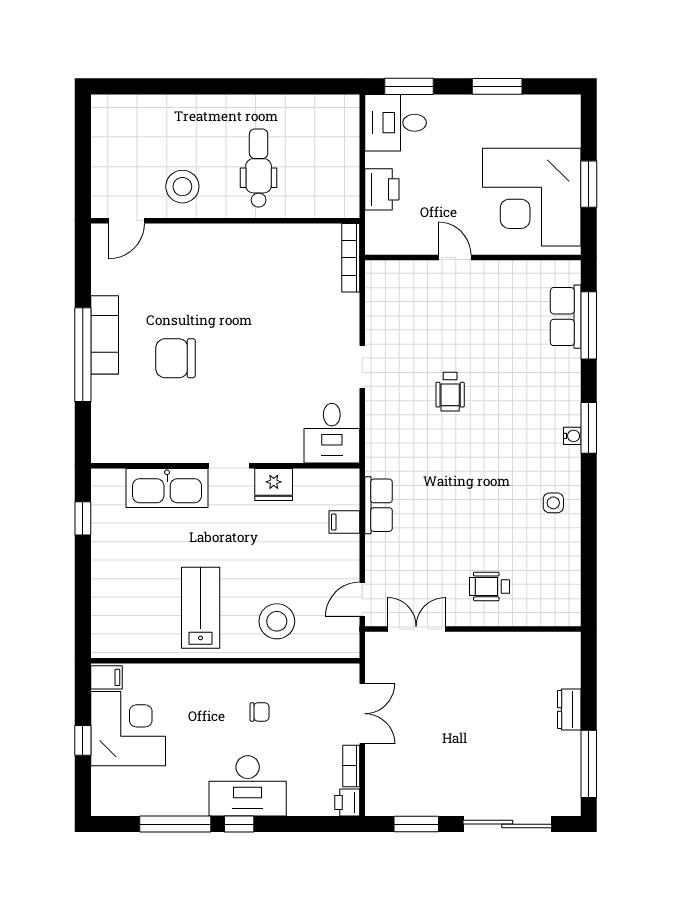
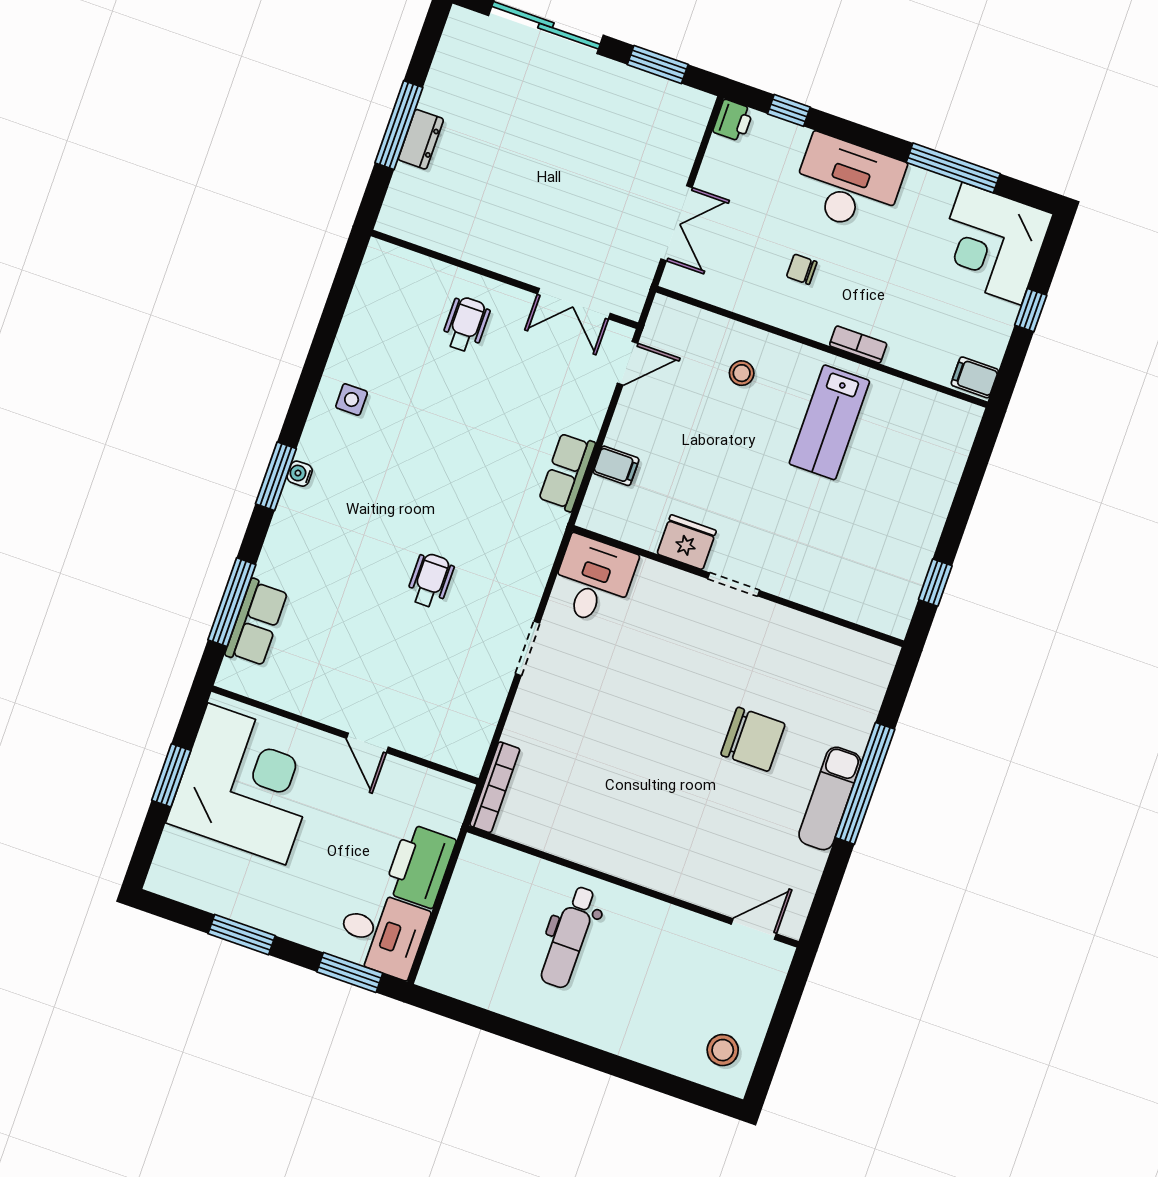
stool: (182, 187) -> (723, 1050), moved, width x0.73, depth x0.73
printer: (382, 189) -> (420, 866), width x1.37, depth x1.19
kitchen sink: (167, 488) -> (819, 584), removed
wheelchair: (489, 586) -> (466, 324), turned -90
stool: (277, 621) -> (742, 373), width x0.53, depth x0.53
double door: (362, 714) -> (677, 223), swing flipped
corner desk: (128, 729) -> (992, 244), moved
window: (589, 764) -> (399, 125), moved
bookcase: (351, 766) -> (858, 345), moved, turned -90
window: (239, 824) -> (789, 110), moved

